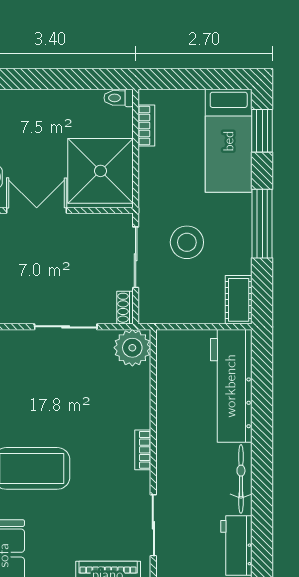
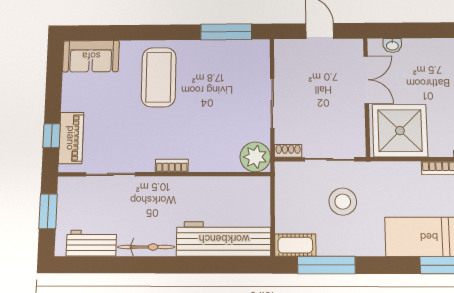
window: (262, 224) -> (326, 265), moved

